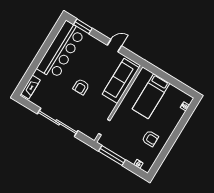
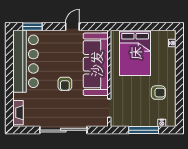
sofa: (121, 81) -> (96, 64), width x1.36, depth x1.27
bed: (151, 96) -> (135, 53), width x1.50
window: (112, 155) -> (144, 130), moved

